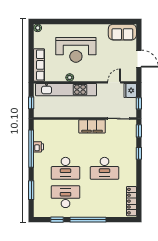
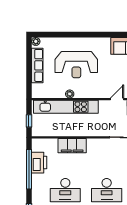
row of seats: (39, 65) -> (37, 65), moved
filing cabinet: (92, 126) -> (72, 146), moved
printer: (39, 147) -> (39, 163), width x1.87, depth x1.48

